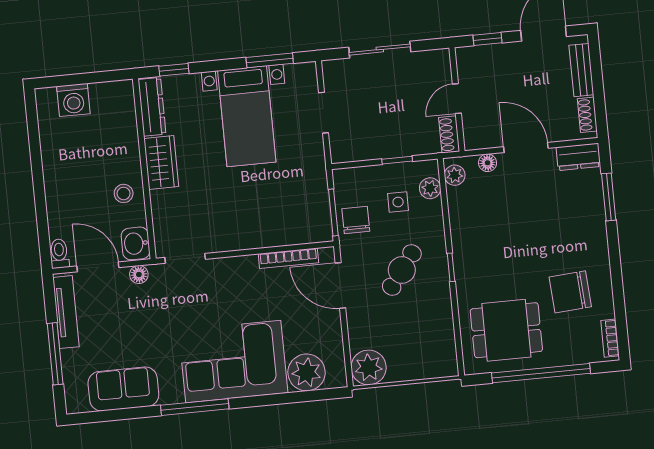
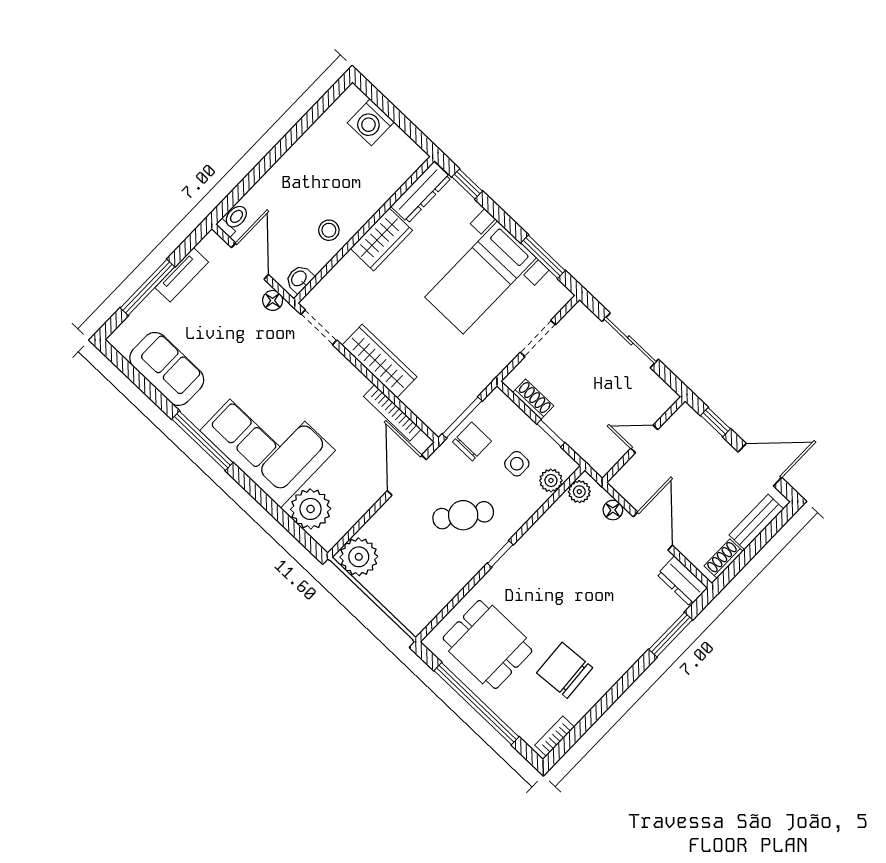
shoe rack: (449, 134) -> (533, 399), moved, turned 90
wardrobe: (245, 236) -> (379, 361), added
washbasin: (136, 243) -> (299, 279), width x0.72, depth x0.69
tv unit: (66, 312) -> (182, 275), width x0.71

